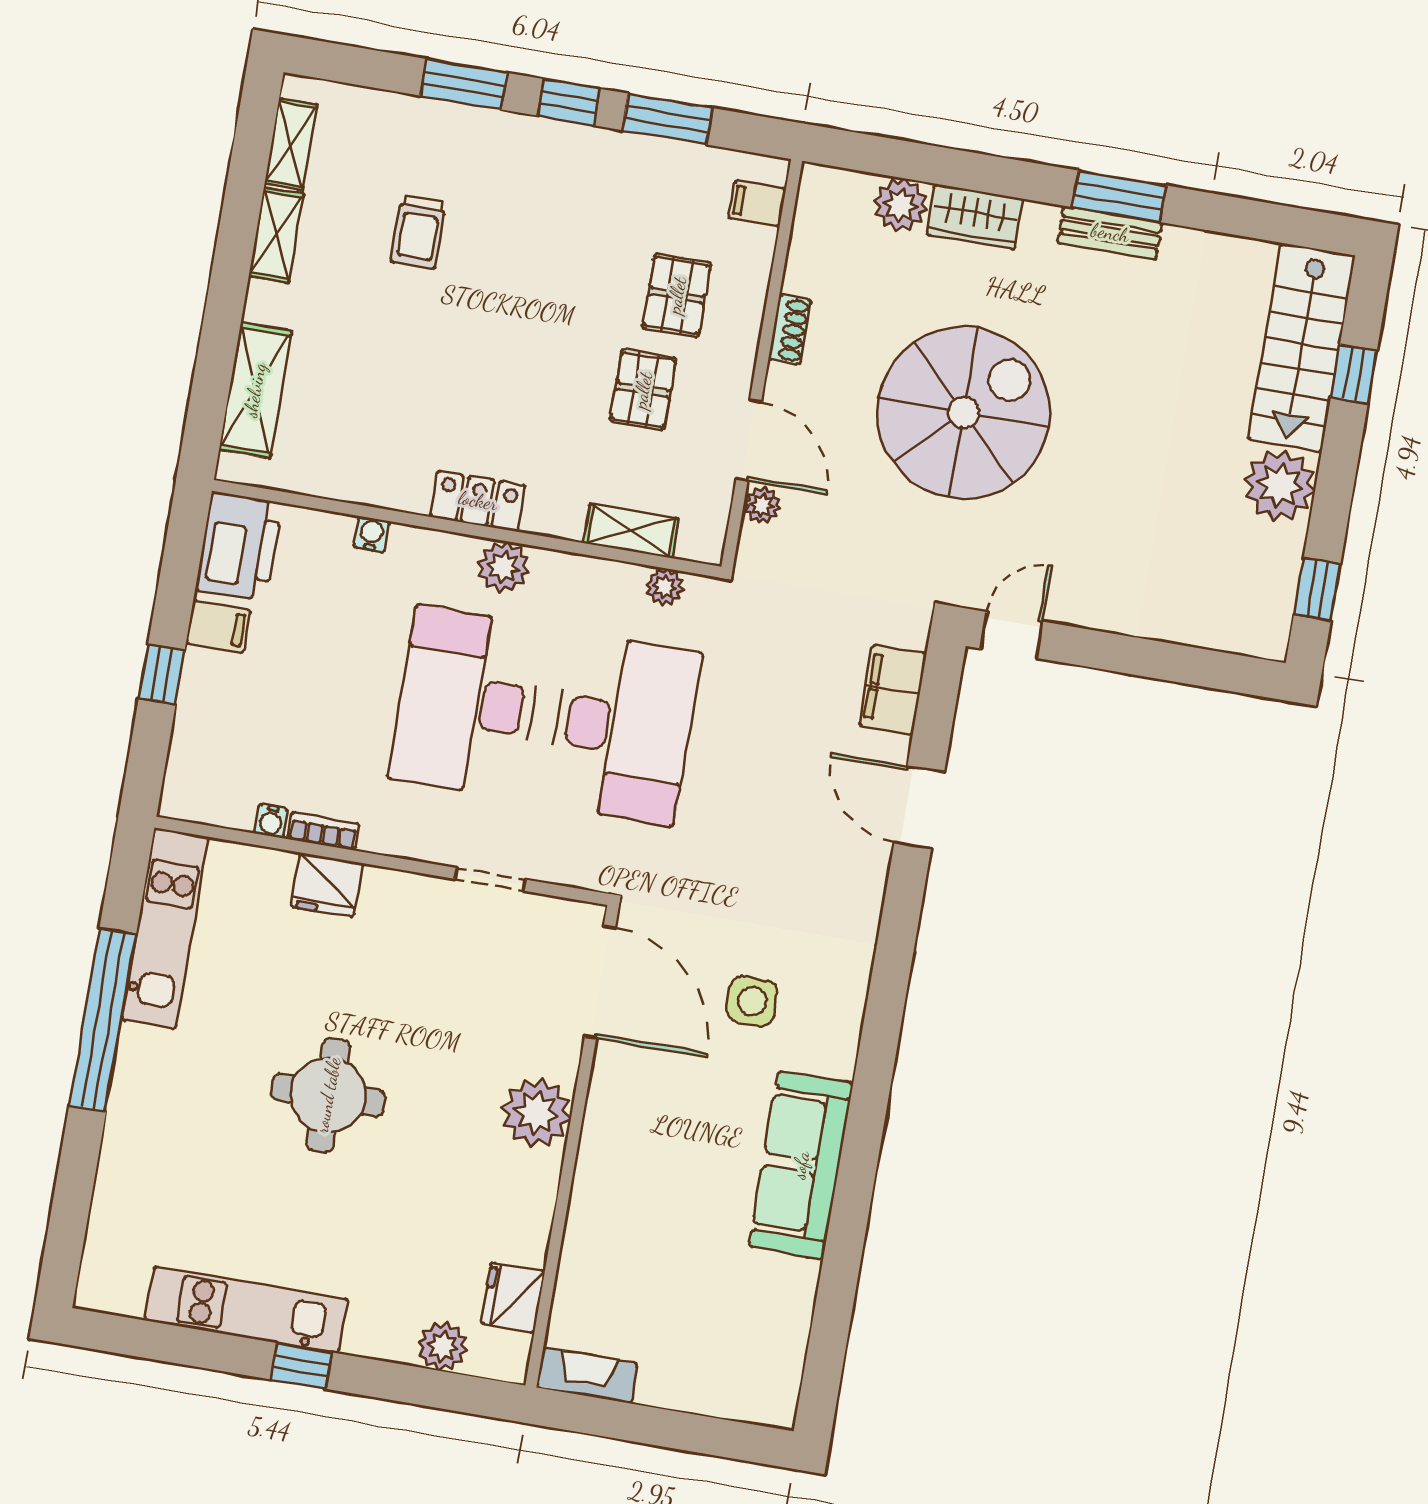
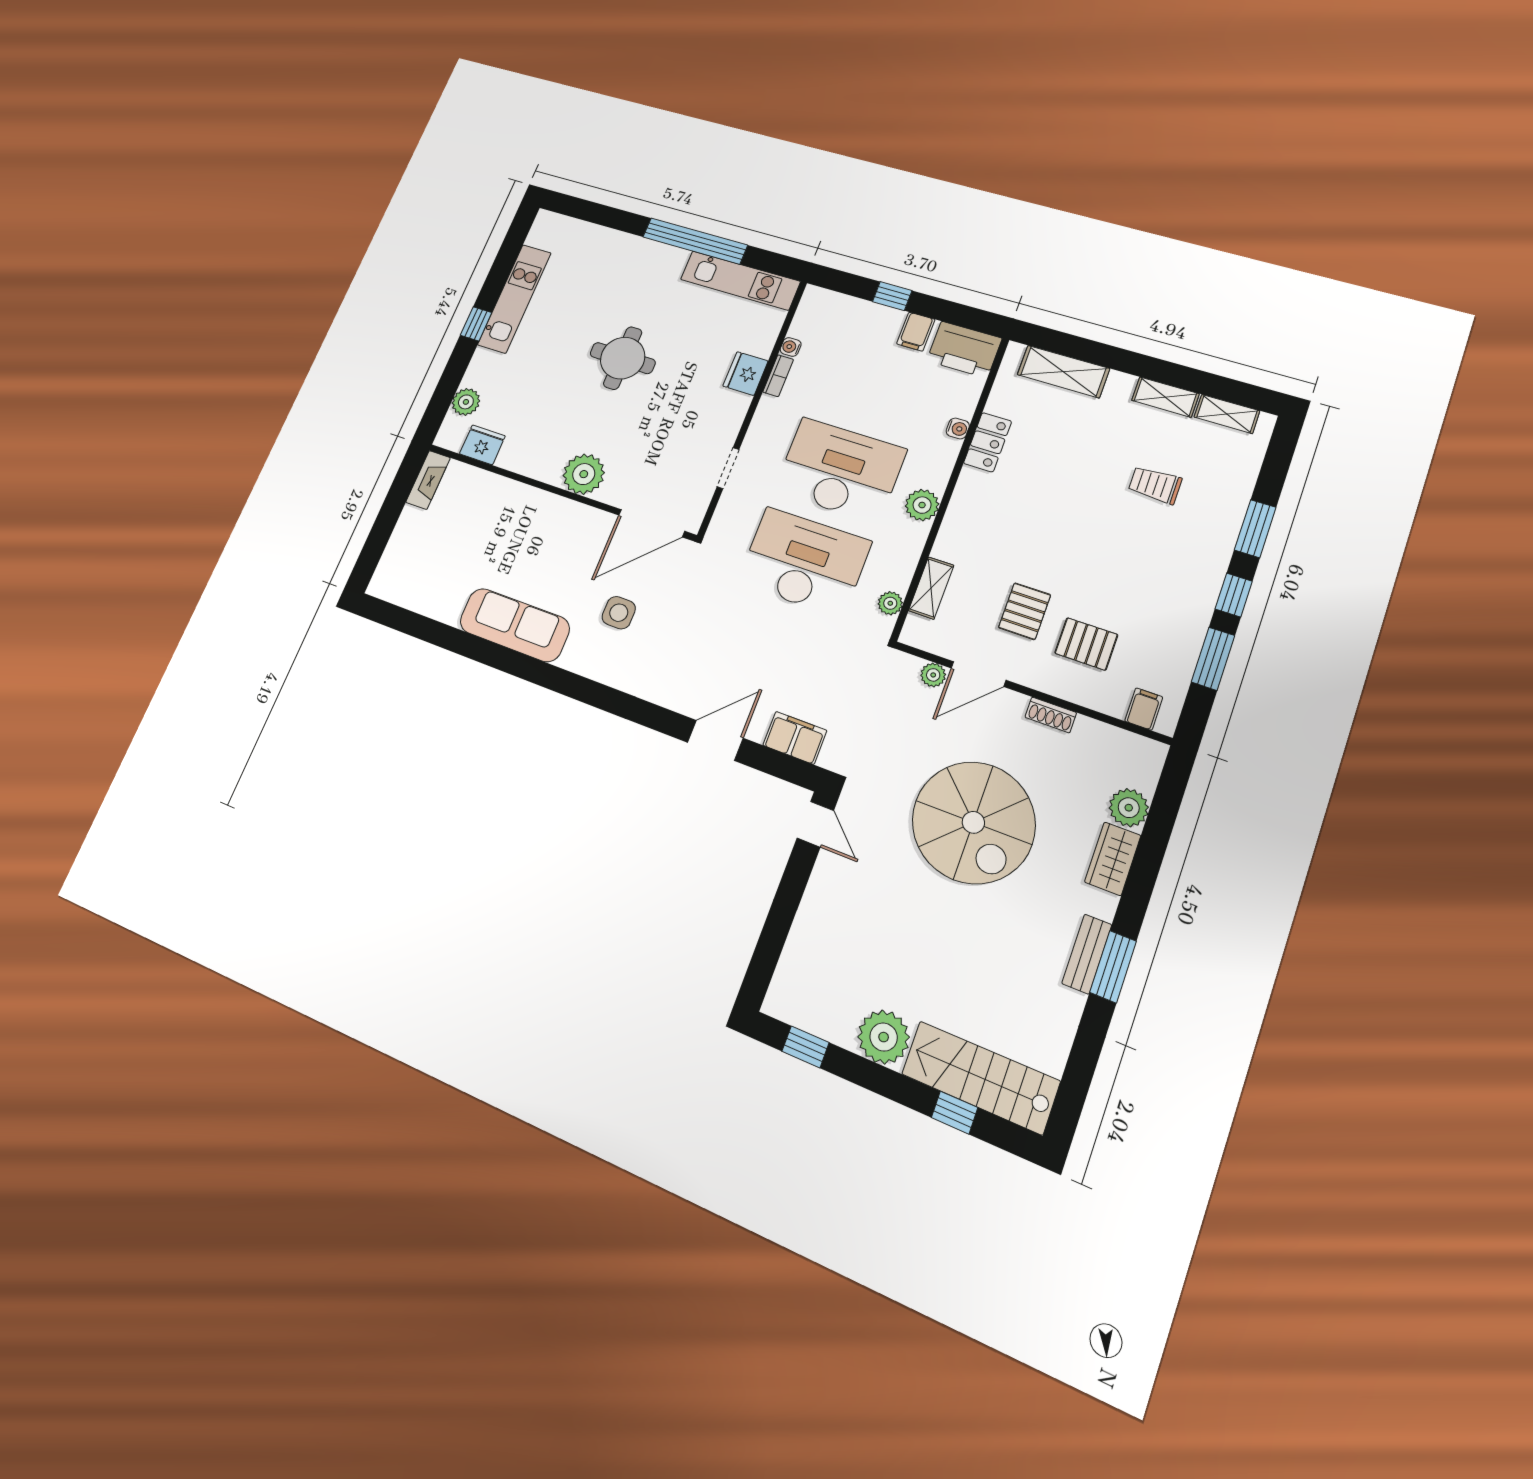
pallet: (643, 390) -> (1025, 611), turned 90
locker: (478, 501) -> (988, 442), moved
desk: (623, 729) -> (804, 562), turned 180

